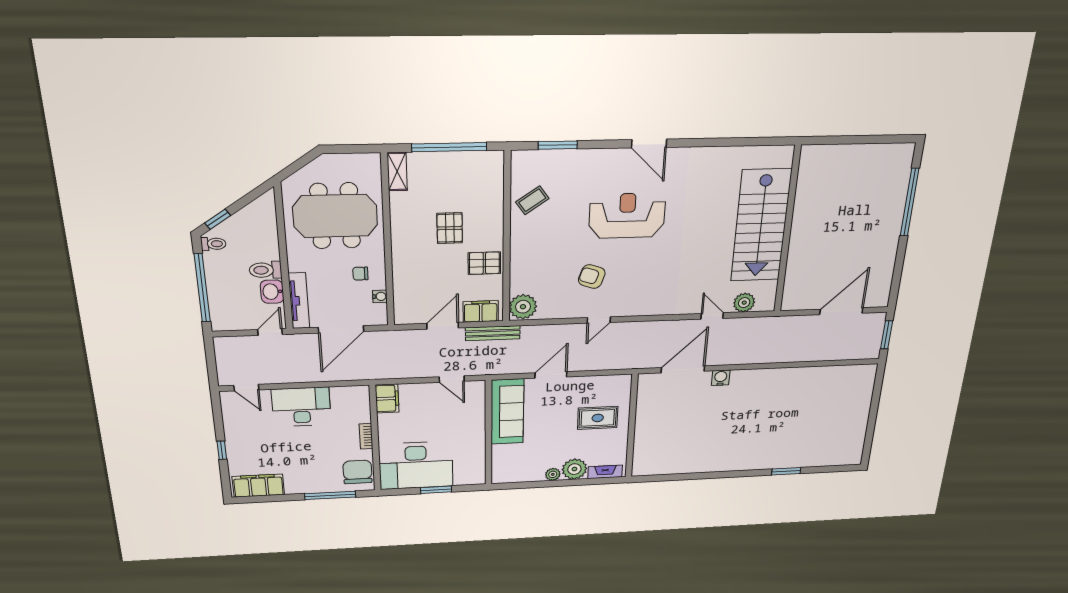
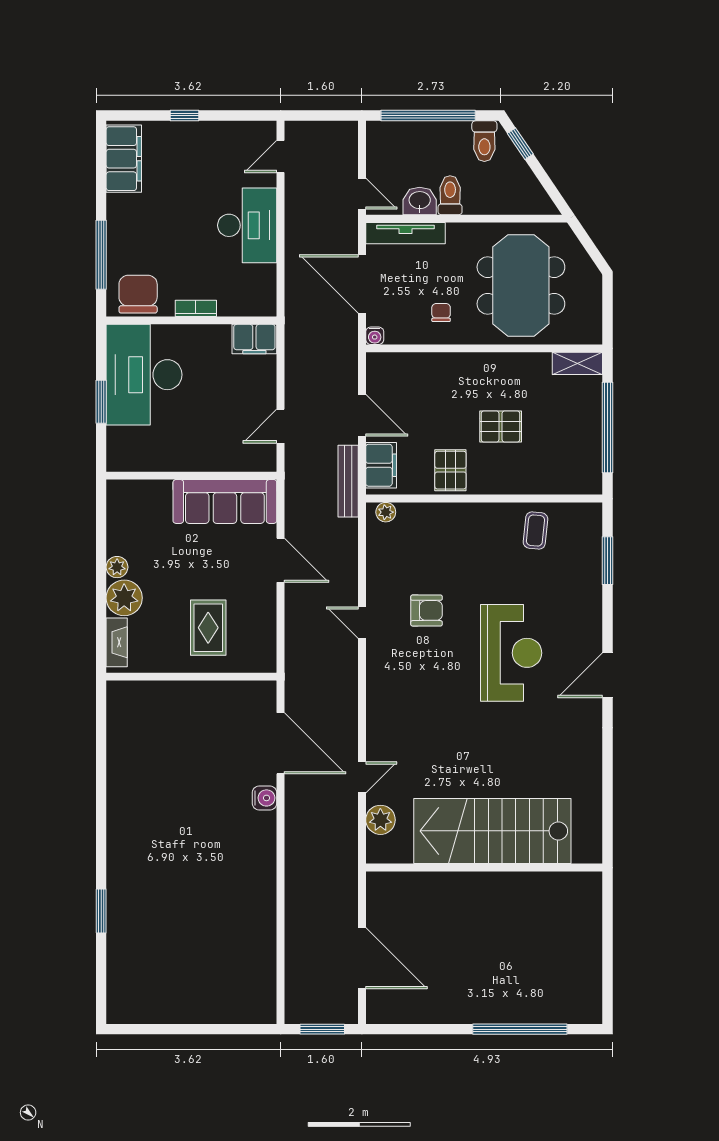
coffee table: (532, 200) -> (535, 530), turned 41
toilet: (213, 244) -> (484, 141), width x1.37, depth x1.39
armchair: (592, 277) -> (427, 610), turned 71
water cooler: (380, 296) -> (375, 336), moved
plant: (523, 307) -> (386, 512), width x0.53, depth x0.53
chair: (358, 472) -> (138, 294), turned -90

